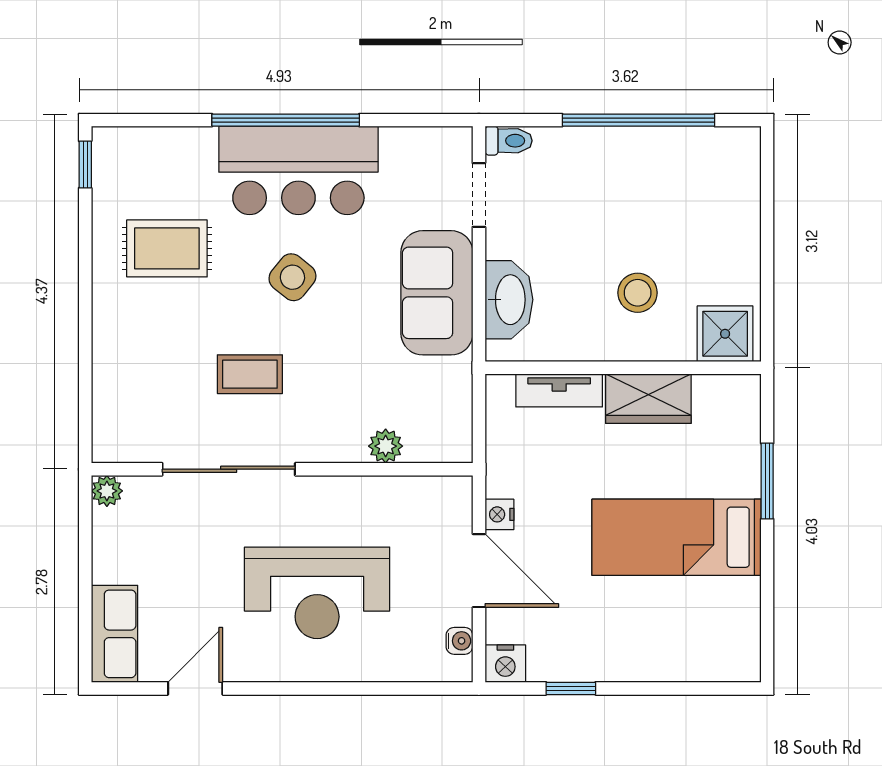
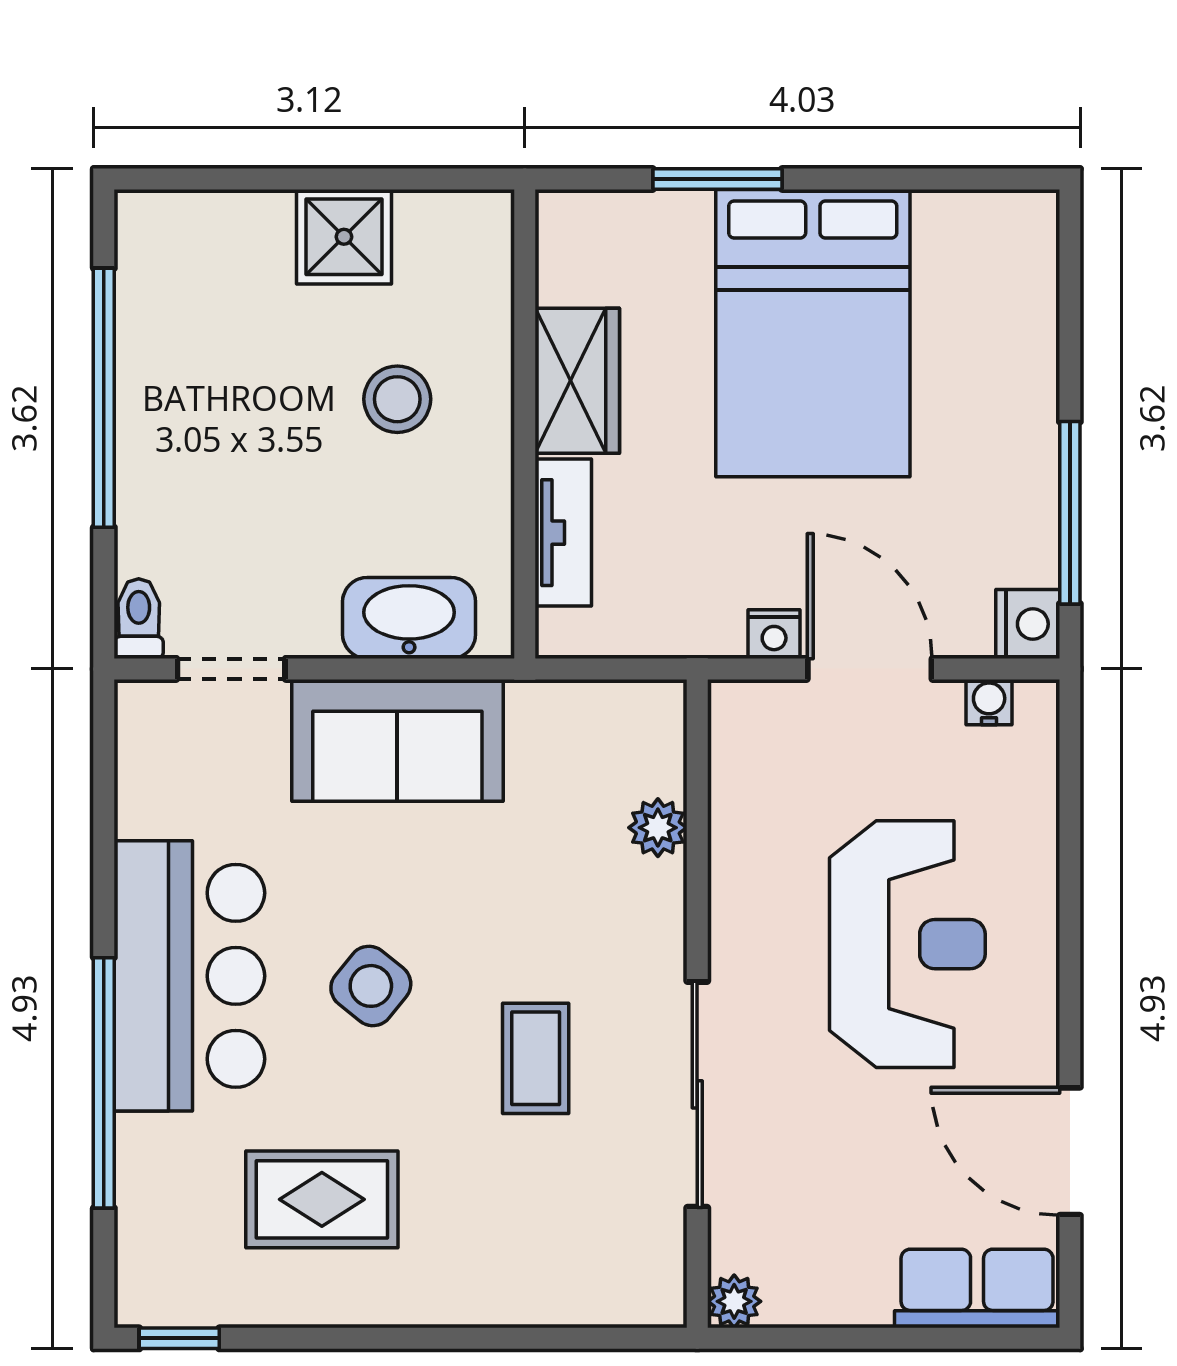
window: (286, 120) -> (104, 1083), moved
rug: (167, 248) -> (322, 1199), turned 90
shower: (725, 334) -> (344, 237), moved
bed: (676, 537) -> (813, 333), width x1.50
door: (479, 571) -> (870, 669), hinge flipped
door: (195, 688) -> (1070, 1151), width x1.38
window: (571, 688) -> (1070, 513), width x2.17

